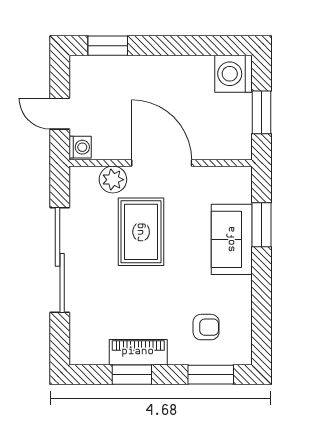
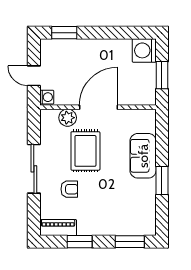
door: (162, 163) -> (99, 107), hinge flipped
window: (261, 225) -> (162, 181), moved
sliding door: (60, 260) -> (34, 169), width x0.73
armchair: (206, 327) -> (69, 189), moved
piano: (138, 352) -> (58, 228), moved

